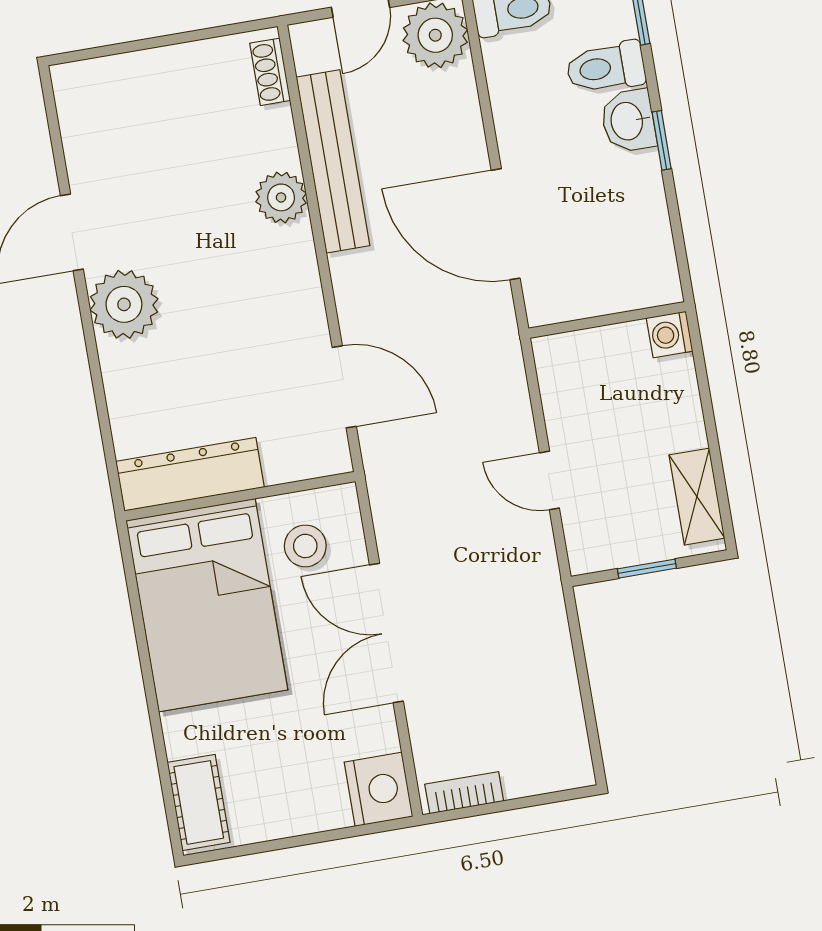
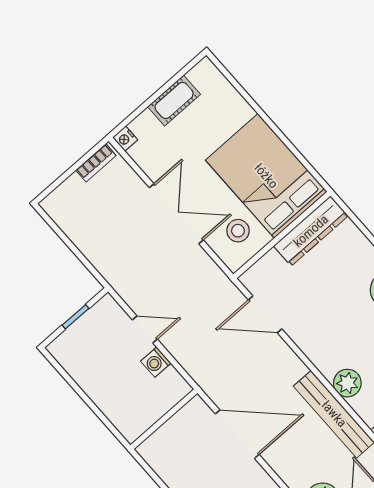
washing machine: (670, 334) -> (156, 362), moved, turned 180
shelving: (697, 497) -> (73, 364), removed
nightstand: (379, 789) -> (125, 139), width x0.53, depth x0.56
cot: (199, 802) -> (174, 100), moved, turned 90

